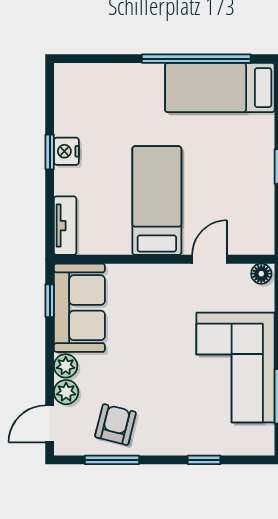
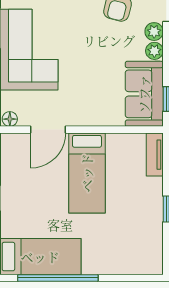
nightstand: (66, 151) -> (154, 210), removed
door: (210, 259) -> (48, 130), width x1.37

